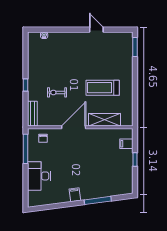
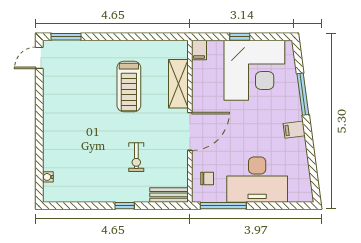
door: (96, 30) -> (39, 58), moved
door: (74, 127) -> (190, 131), swing flipped
filing cabinet: (126, 144) -> (199, 50), moved
corner desk: (113, 169) -> (254, 70), added
desk: (39, 176) -> (257, 180), width x1.36, depth x1.30

